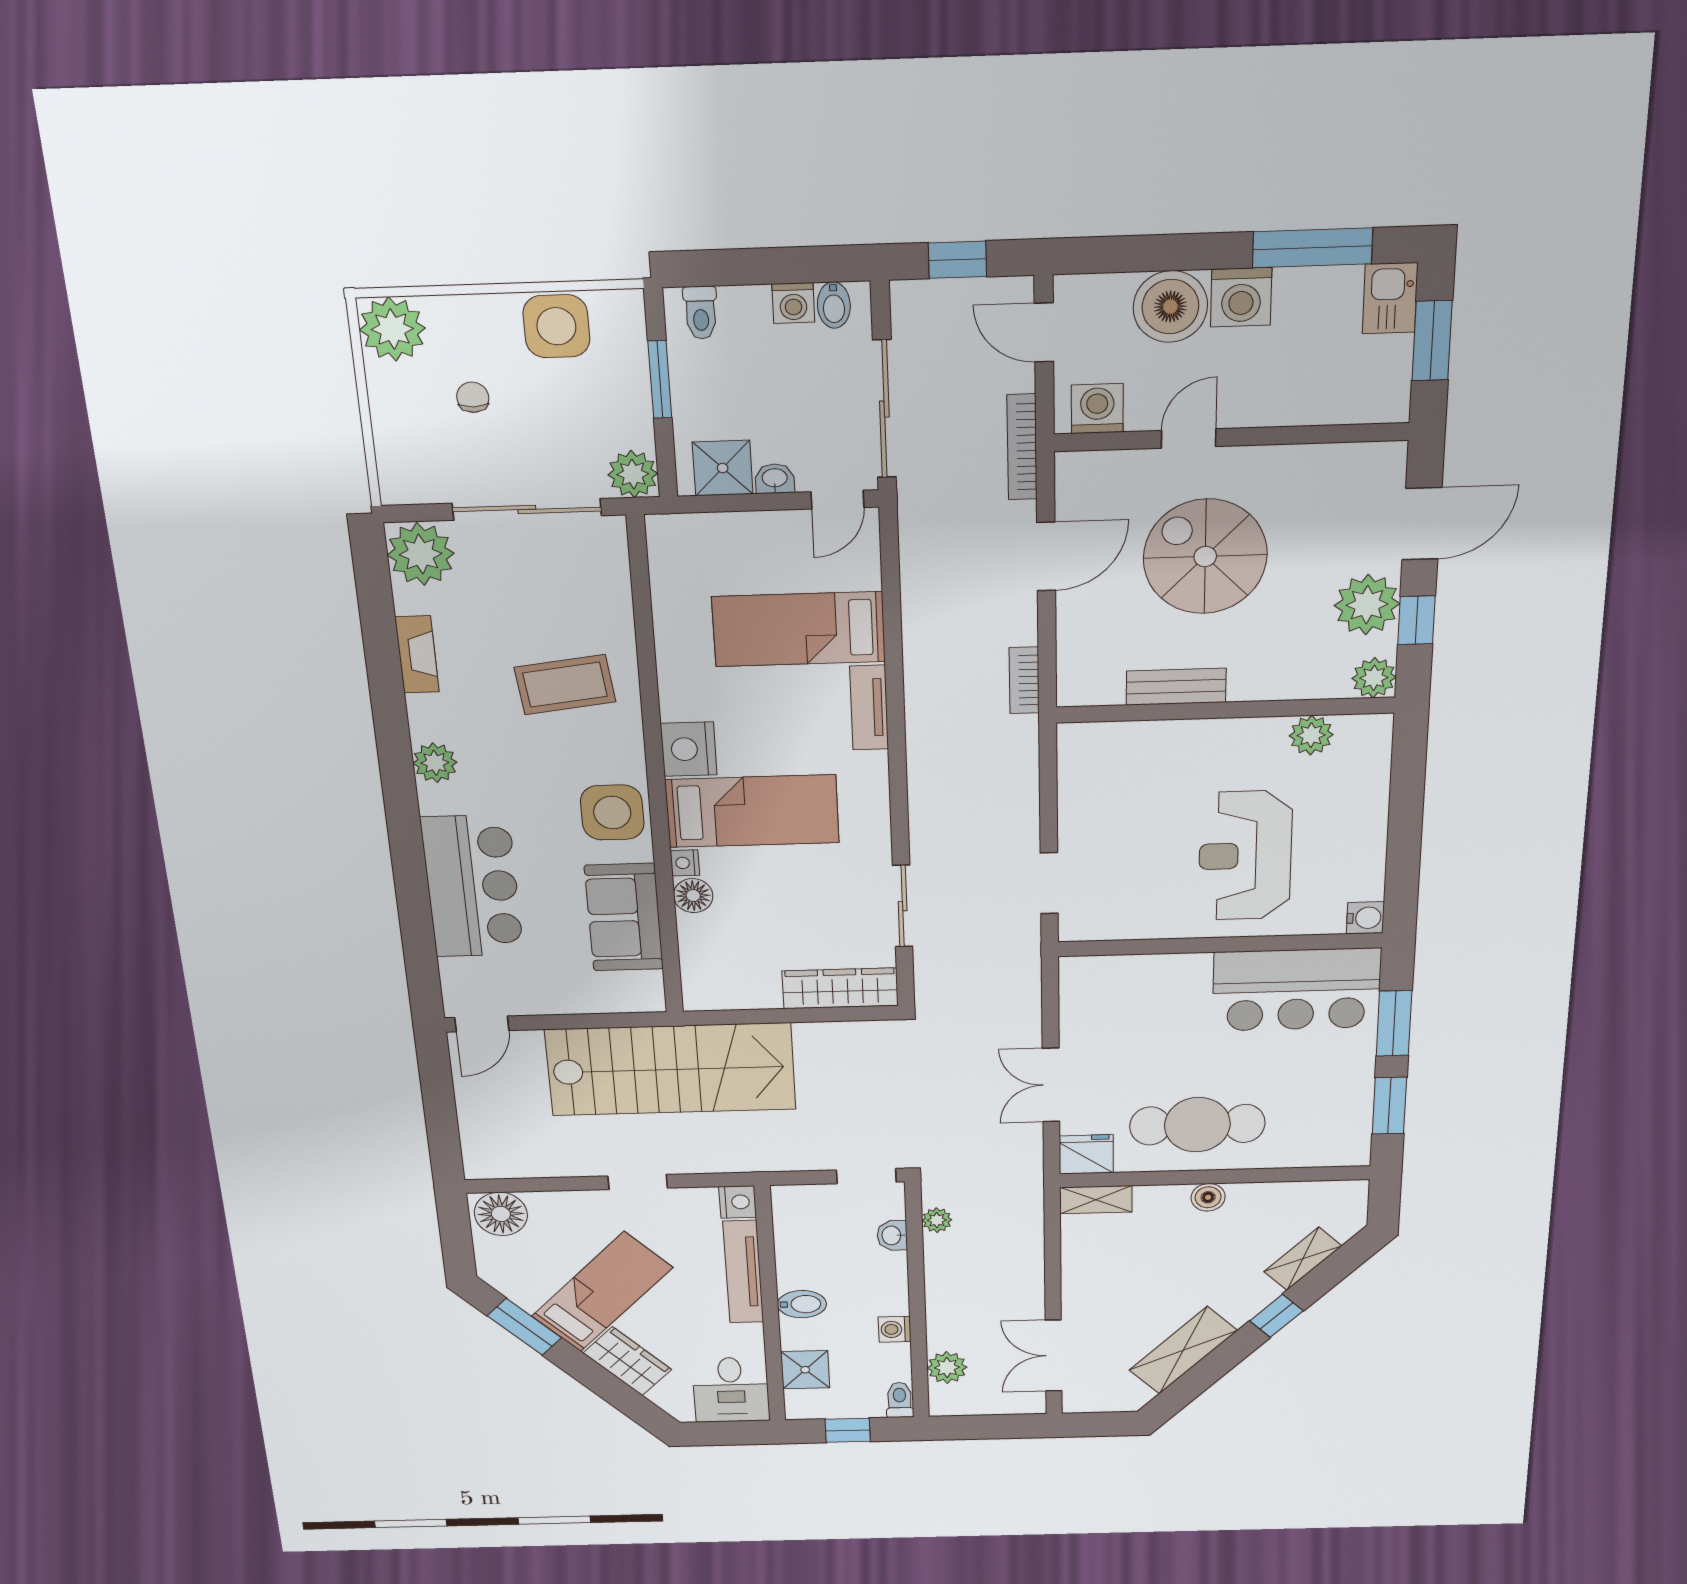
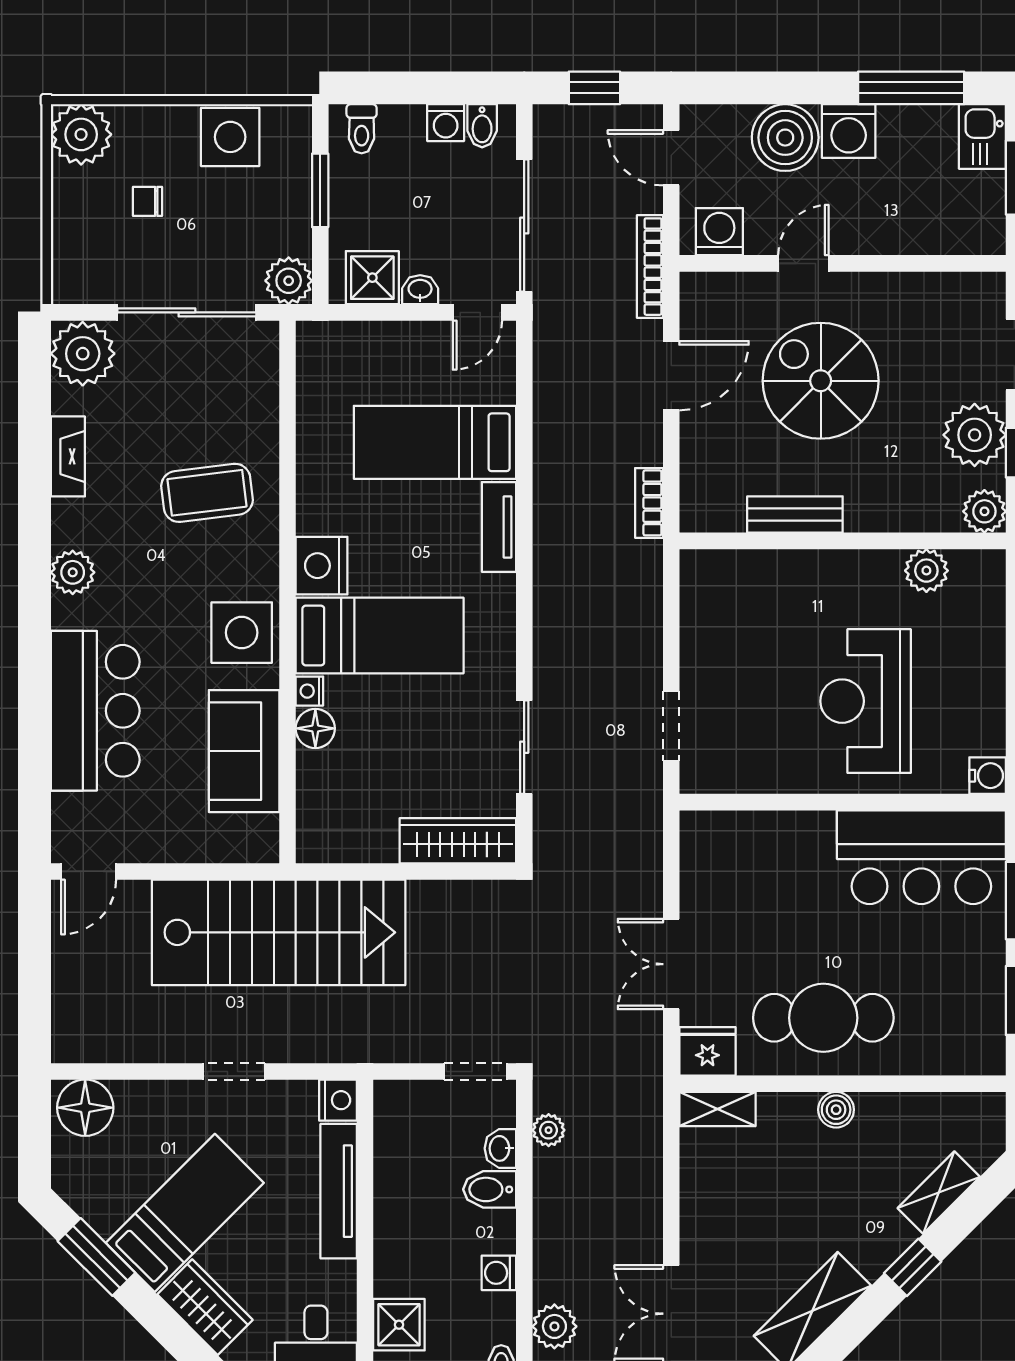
chair: (473, 397) -> (147, 201), turned -90
bidet: (802, 1304) -> (490, 1189), moved, turned 180

